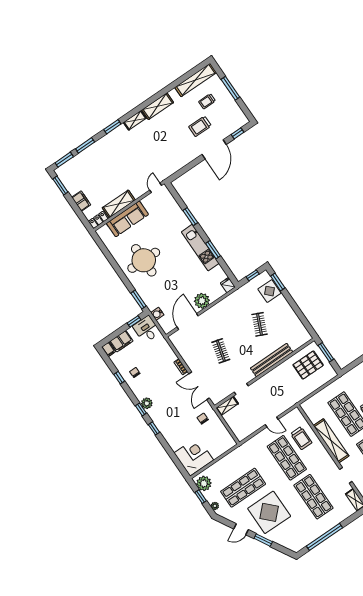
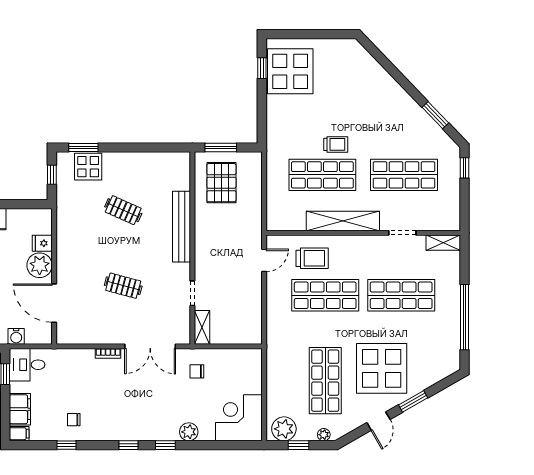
fridge: (228, 285) -> (42, 243), moved
plant: (147, 403) -> (189, 432), moved
door: (272, 422) -> (264, 260), moved

